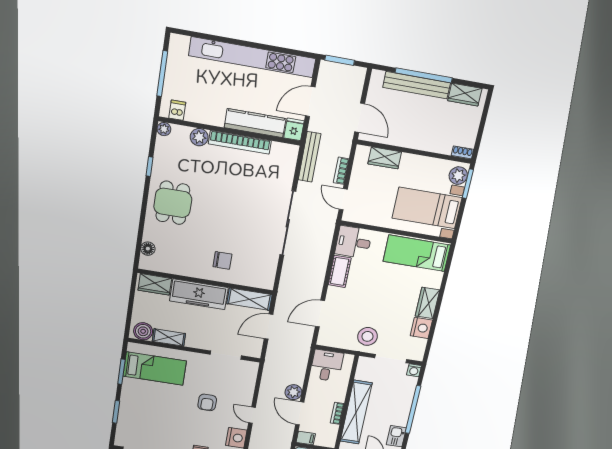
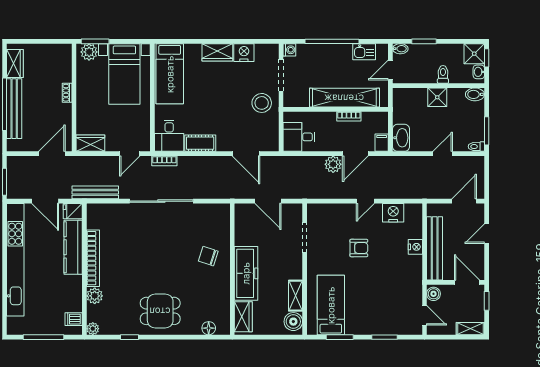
shoe rack: (462, 152) -> (67, 93), moved
wardrobe: (385, 158) -> (90, 143), moved, turned -90
bookcase: (341, 171) -> (164, 161), moved
chair: (222, 260) -> (208, 256), turned -72
shelving: (249, 299) -> (243, 224), removed

